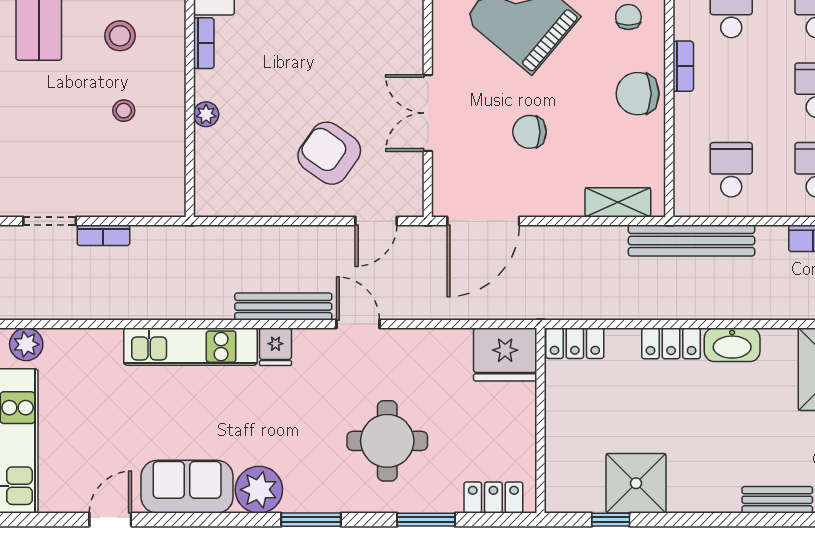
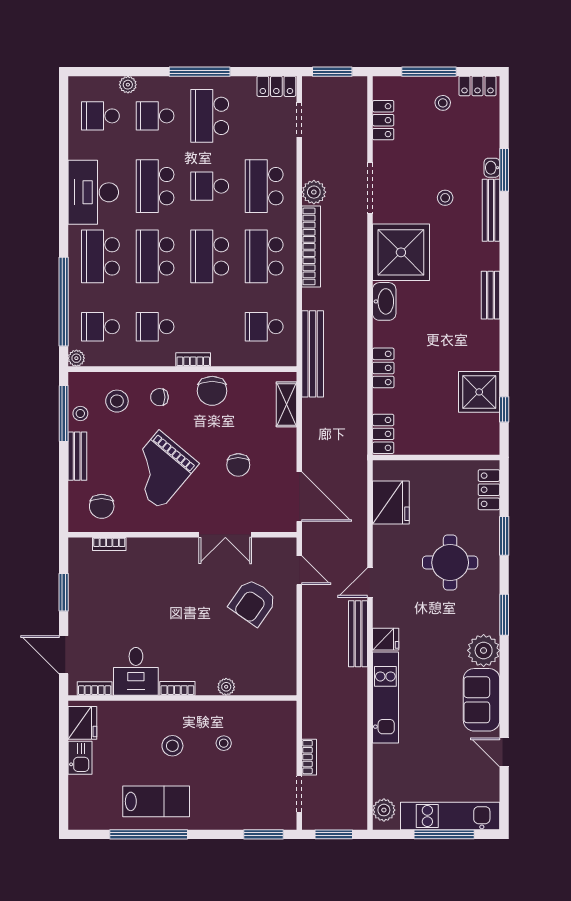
washbasin: (732, 345) -> (384, 301), moved
fridge: (505, 354) -> (391, 503), moved

